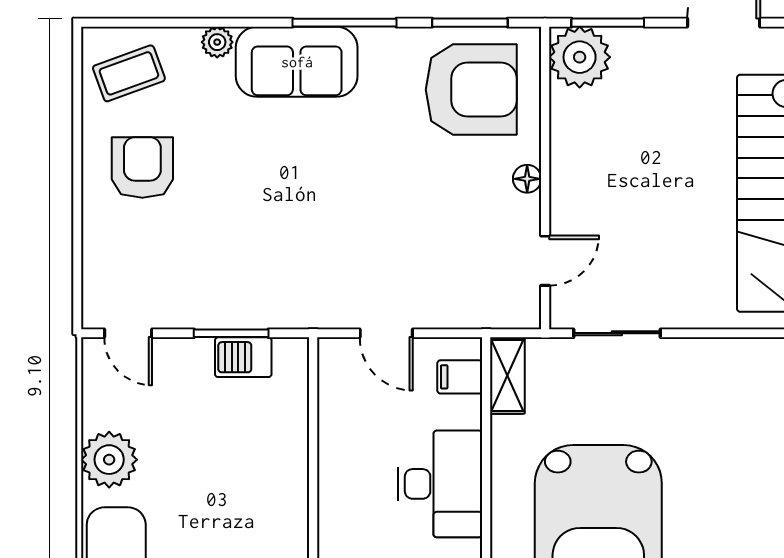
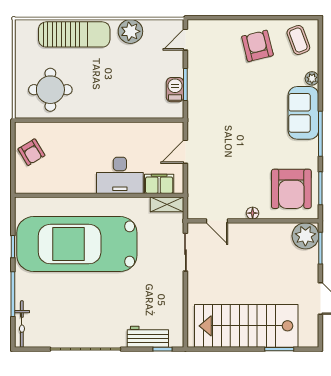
armchair: (142, 167) -> (257, 46), turned -104
filing cabinet: (460, 377) -> (159, 184), width x2.00

